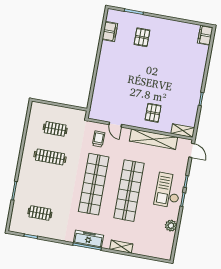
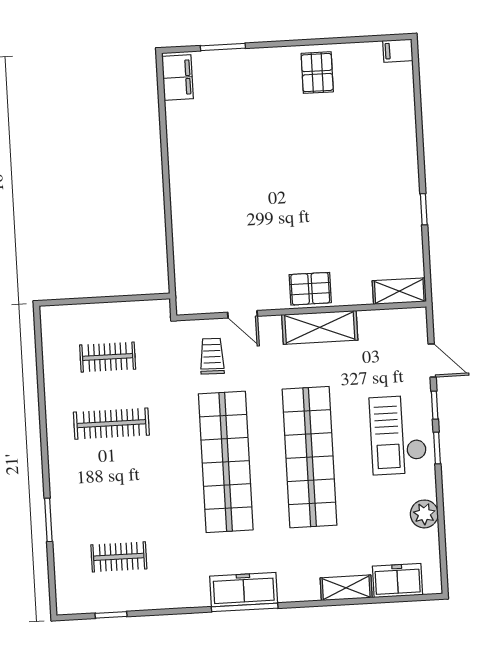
filing cabinet: (110, 31) -> (178, 78), moved
filing cabinet: (205, 35) -> (398, 51), width x0.50
pallet: (142, 37) -> (317, 73), moved
pallet: (153, 113) -> (310, 289), moved, turned 90
shelving: (153, 139) -> (320, 327), width x0.68
door: (192, 150) -> (432, 361), moved
shelving: (121, 247) -> (346, 588), moved
freezer: (153, 251) -> (398, 581), added

